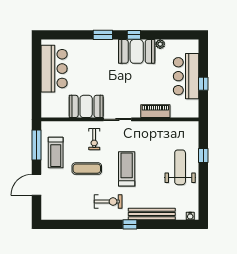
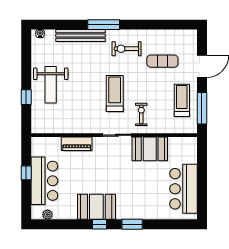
plant: (160, 44) -> (47, 215), moved
exercise mat: (87, 169) -> (162, 61), moved
treadmill: (127, 169) -> (115, 94), moved, turned 180
window: (130, 224) -> (104, 25), width x2.17

